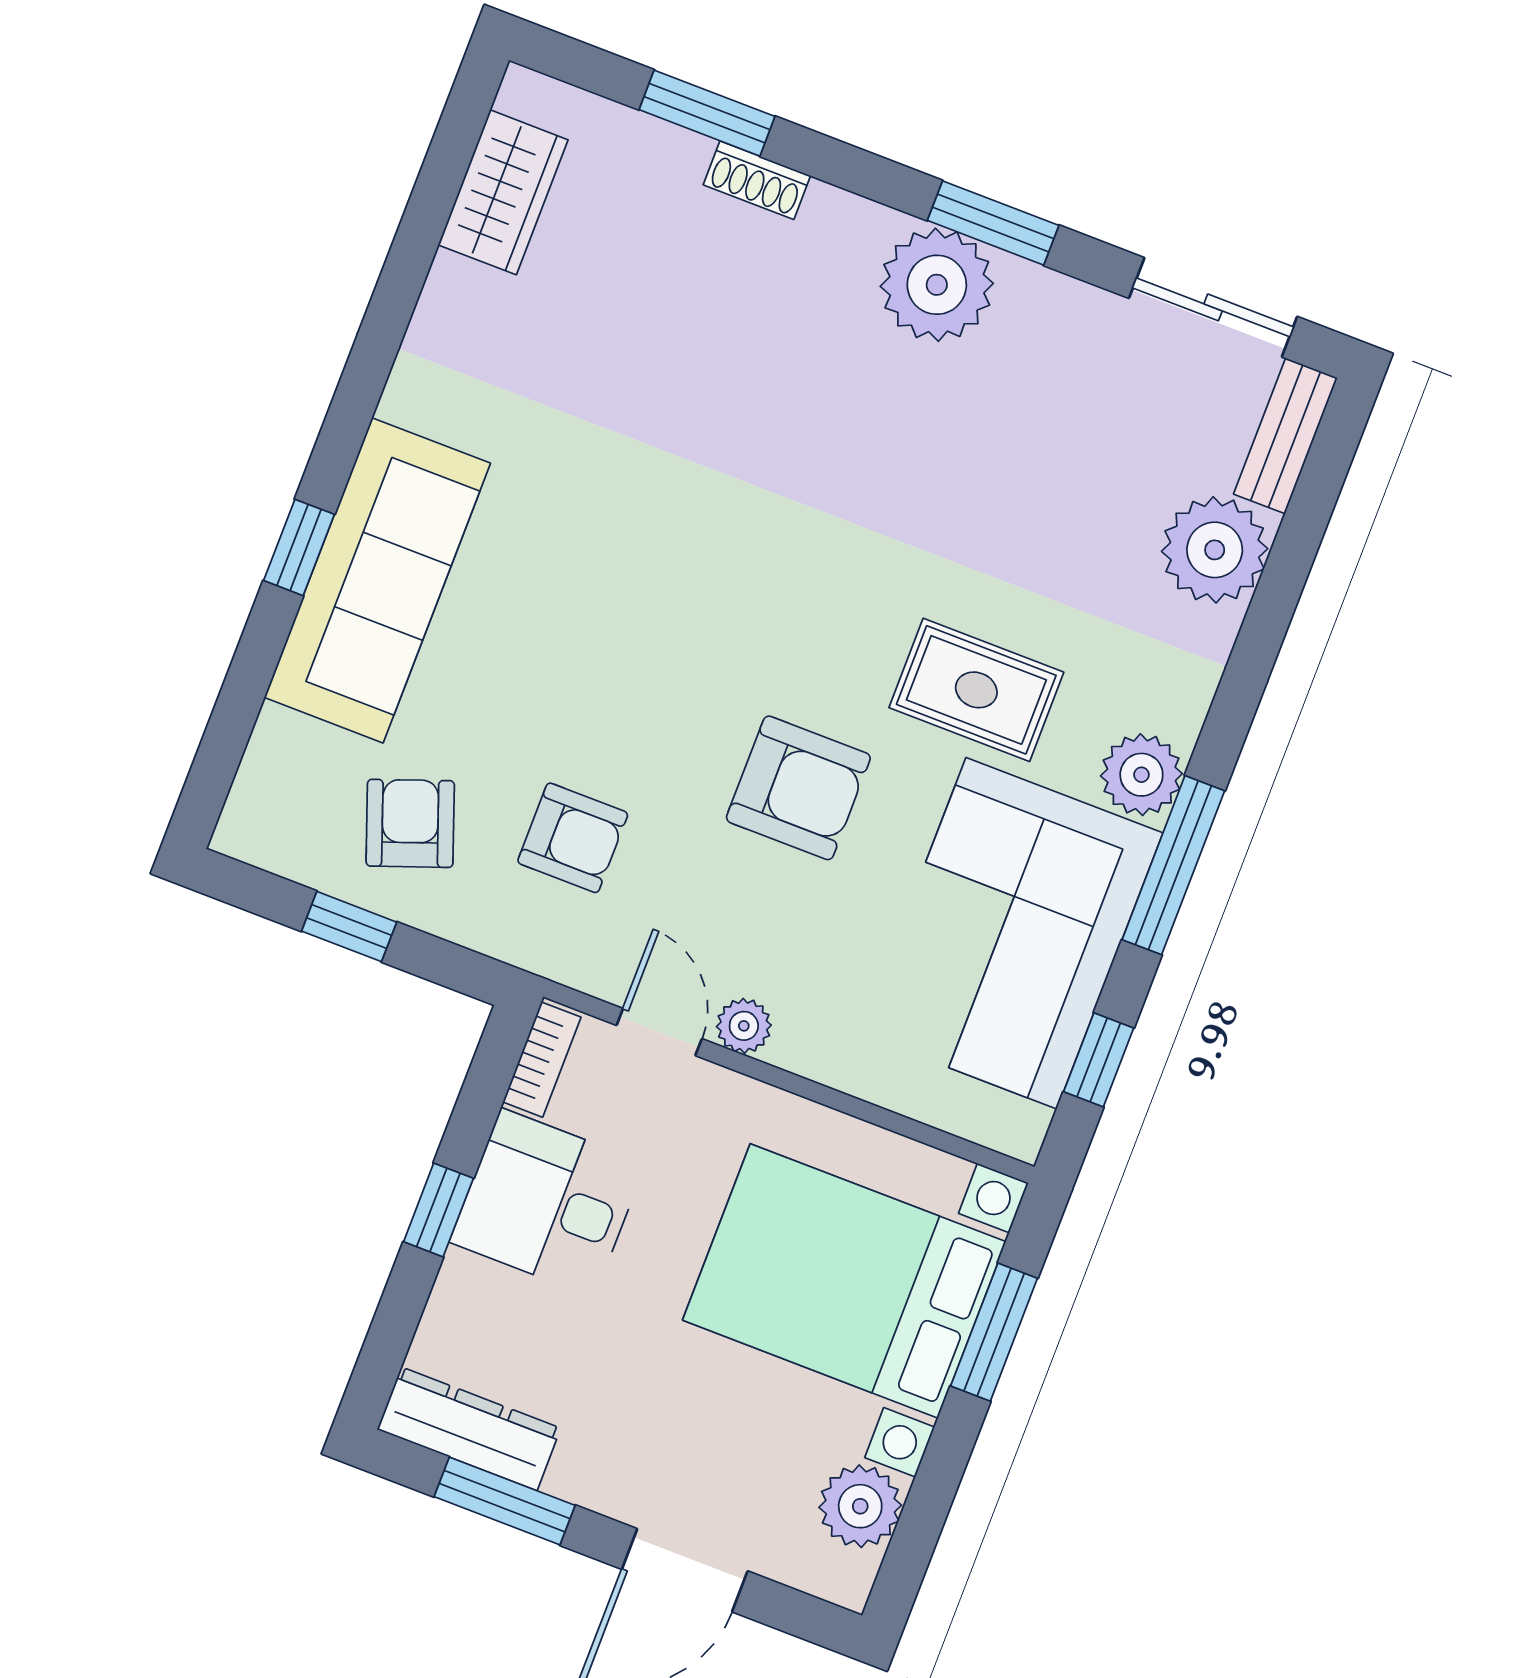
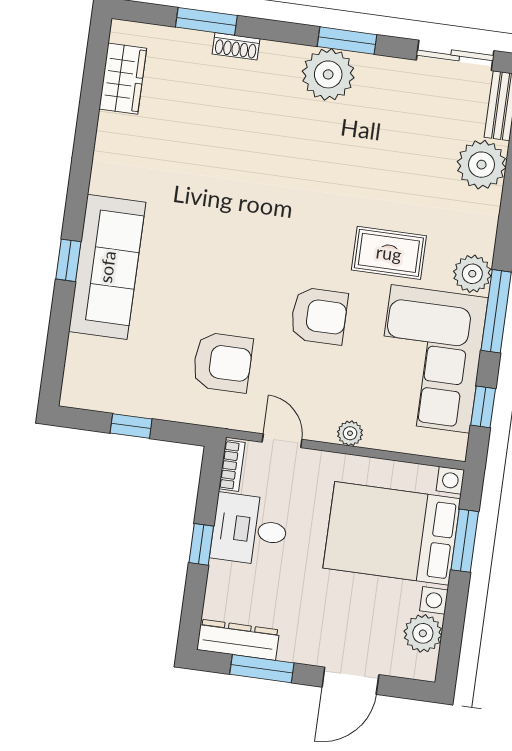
armchair: (410, 823) -> (148, 373), removed
armchair: (573, 838) -> (222, 362), width x1.38, depth x1.38
plant: (744, 1026) -> (350, 433), moved

